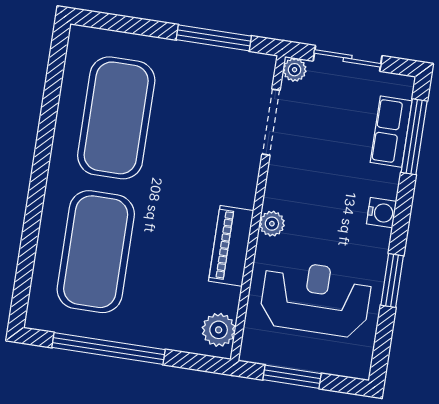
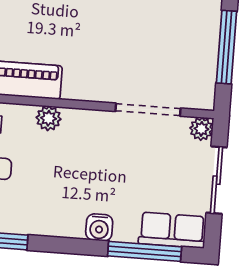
row of seats: (391, 132) -> (172, 230), moved
water cooler: (381, 213) -> (99, 227), moved

